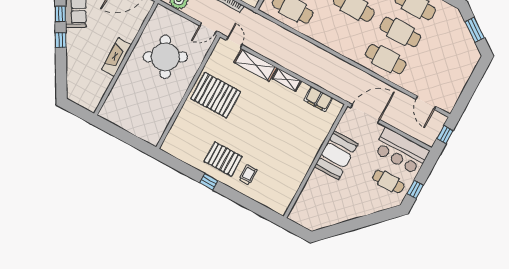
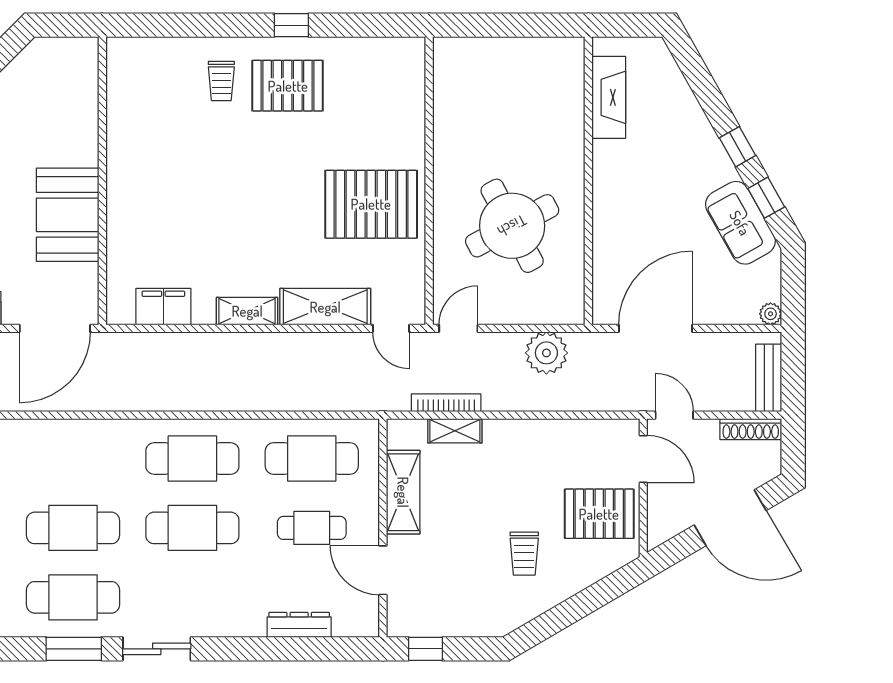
fireplace: (116, 57) -> (609, 97), moved
cafe table: (386, 59) -> (192, 459), moved

